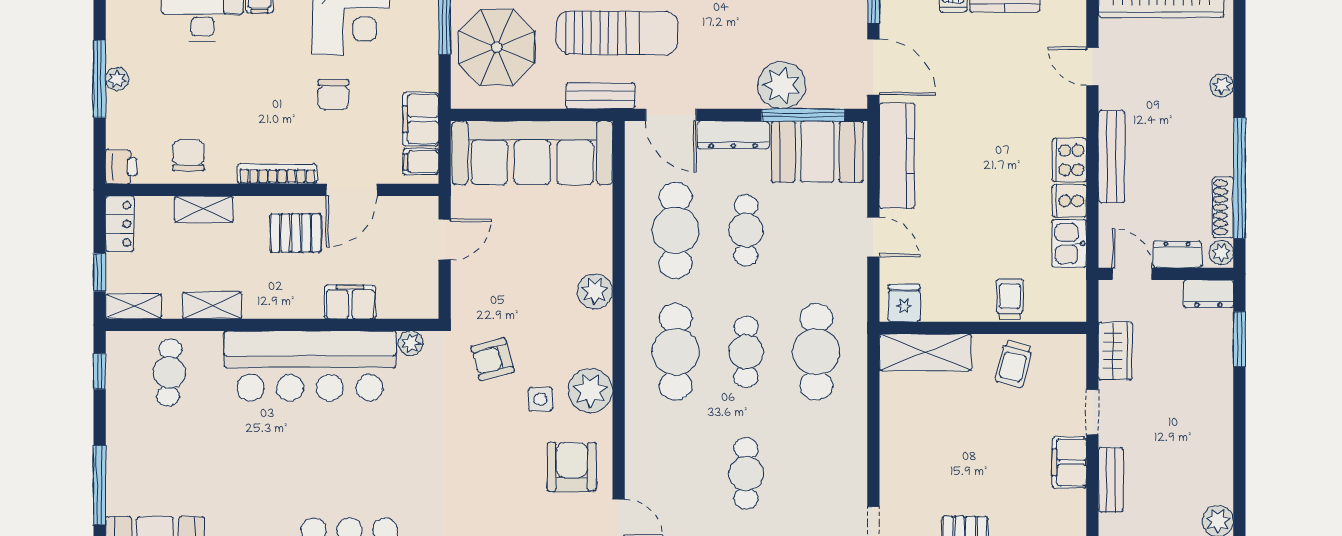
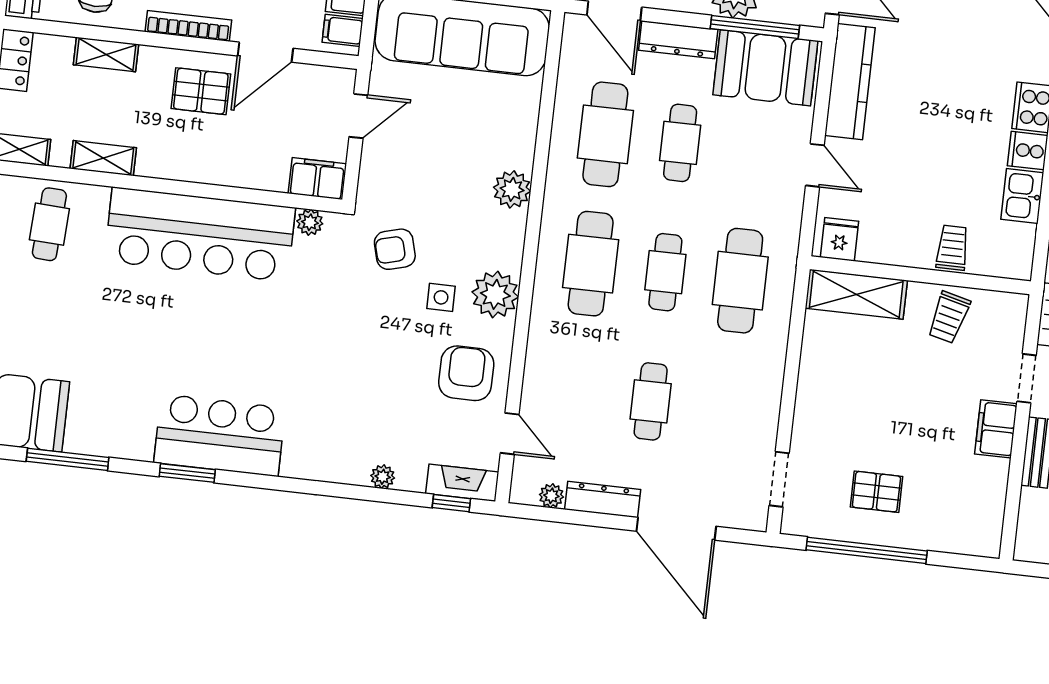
filing cabinet: (350, 302) -> (317, 179), moved

